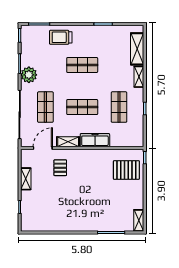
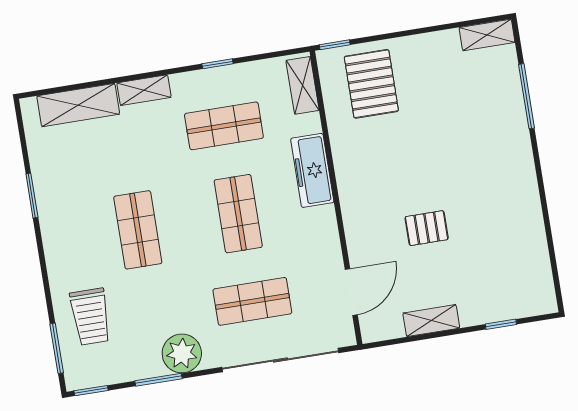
trolley: (61, 37) -> (90, 317), moved
shelving: (68, 142) -> (302, 85), moved
door: (43, 148) -> (351, 292), swing flipped
pallet: (60, 168) -> (427, 228), moved

